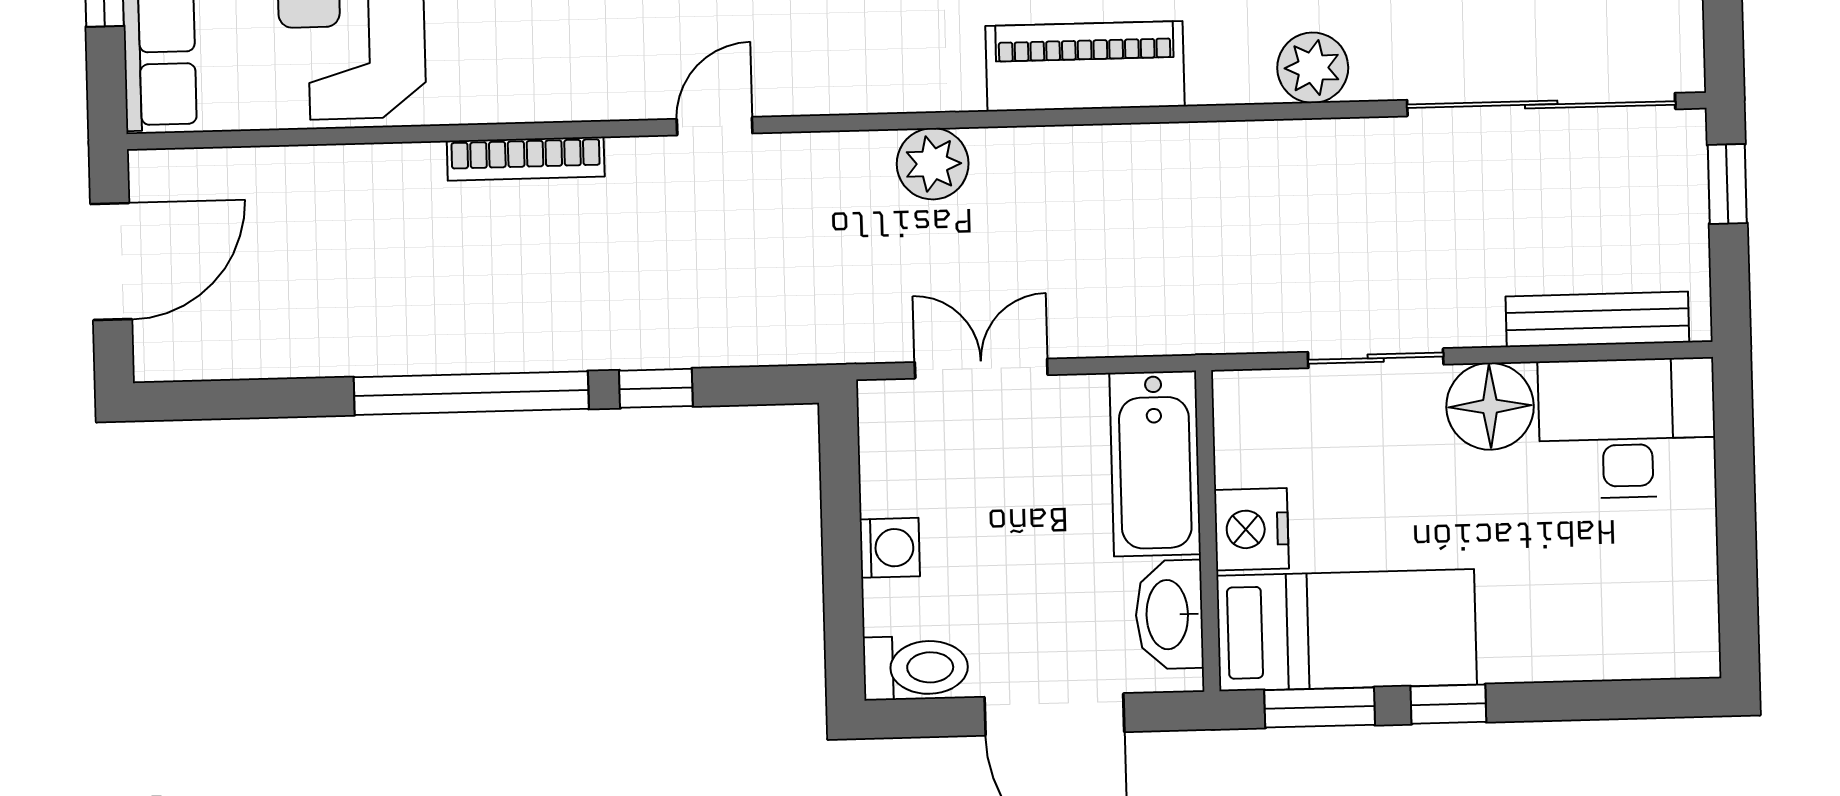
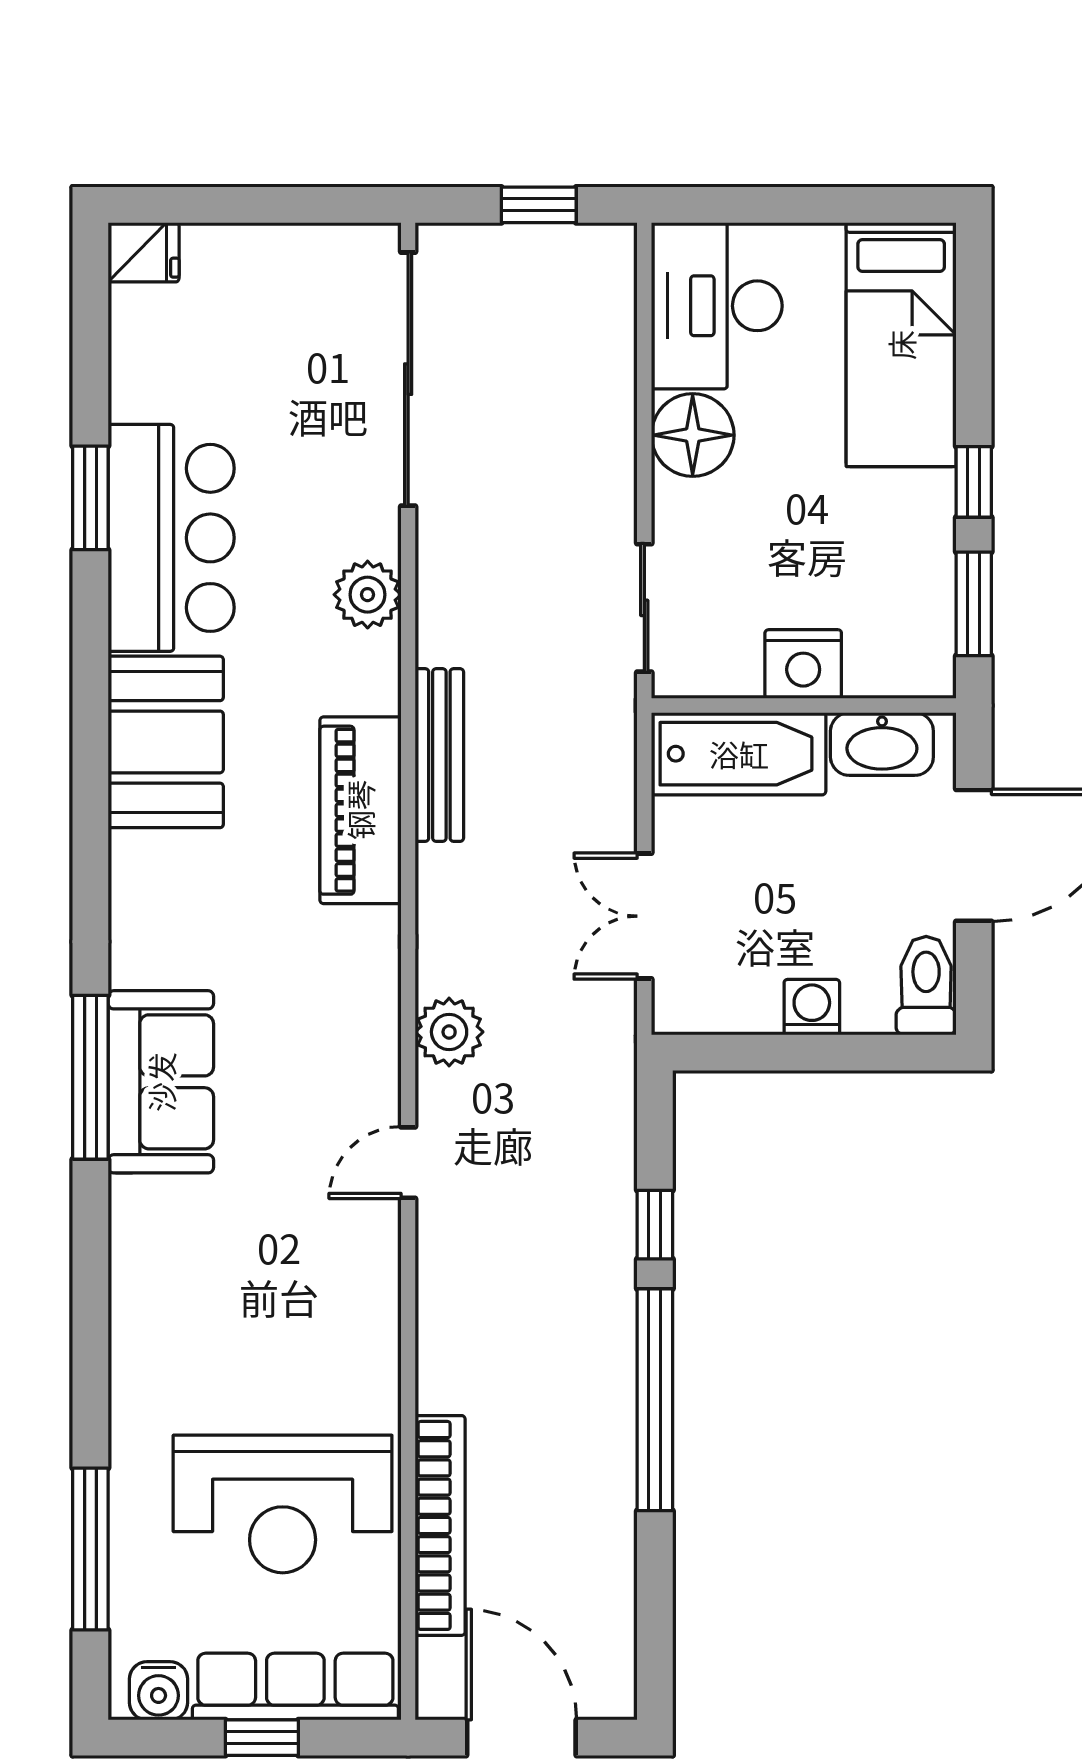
door: (715, 126) -> (408, 1163), hinge flipped
bookcase: (526, 159) -> (440, 1525), moved, width x1.48, depth x1.31
plant: (933, 164) -> (449, 1032), moved
window: (1727, 184) -> (539, 205), moved
bench: (1597, 319) -> (439, 755), moved
sliding door: (1376, 358) -> (644, 608), moved
bed: (1347, 630) -> (901, 345), moved, turned 180

